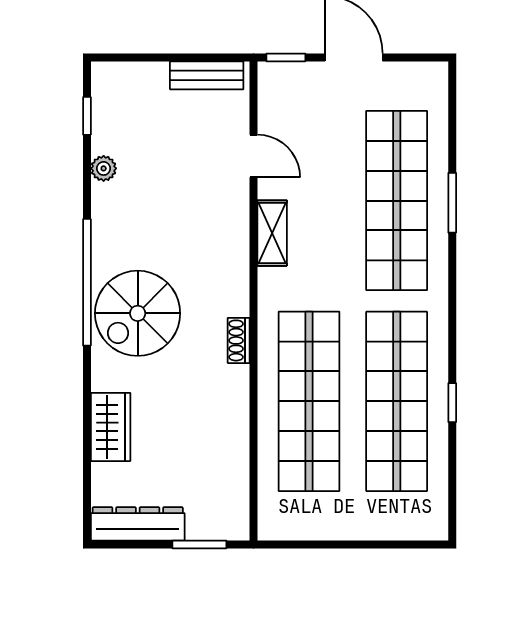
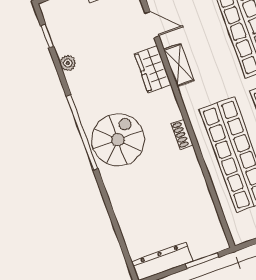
spiral stairs: (138, 313) -> (118, 140), turned 180
wardrobe: (111, 427) -> (153, 69), moved, turned 180

